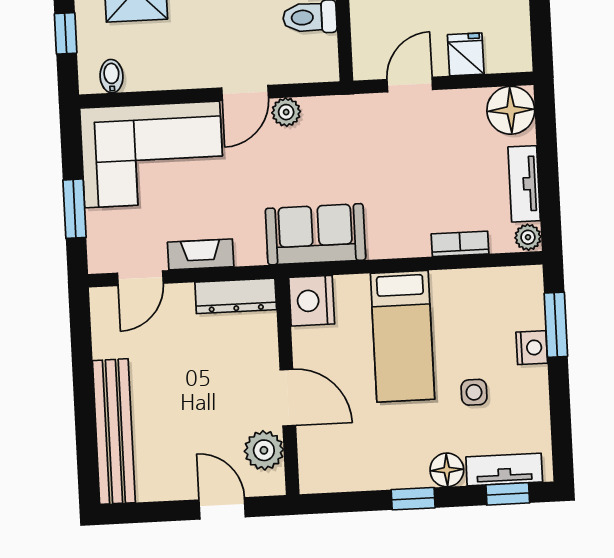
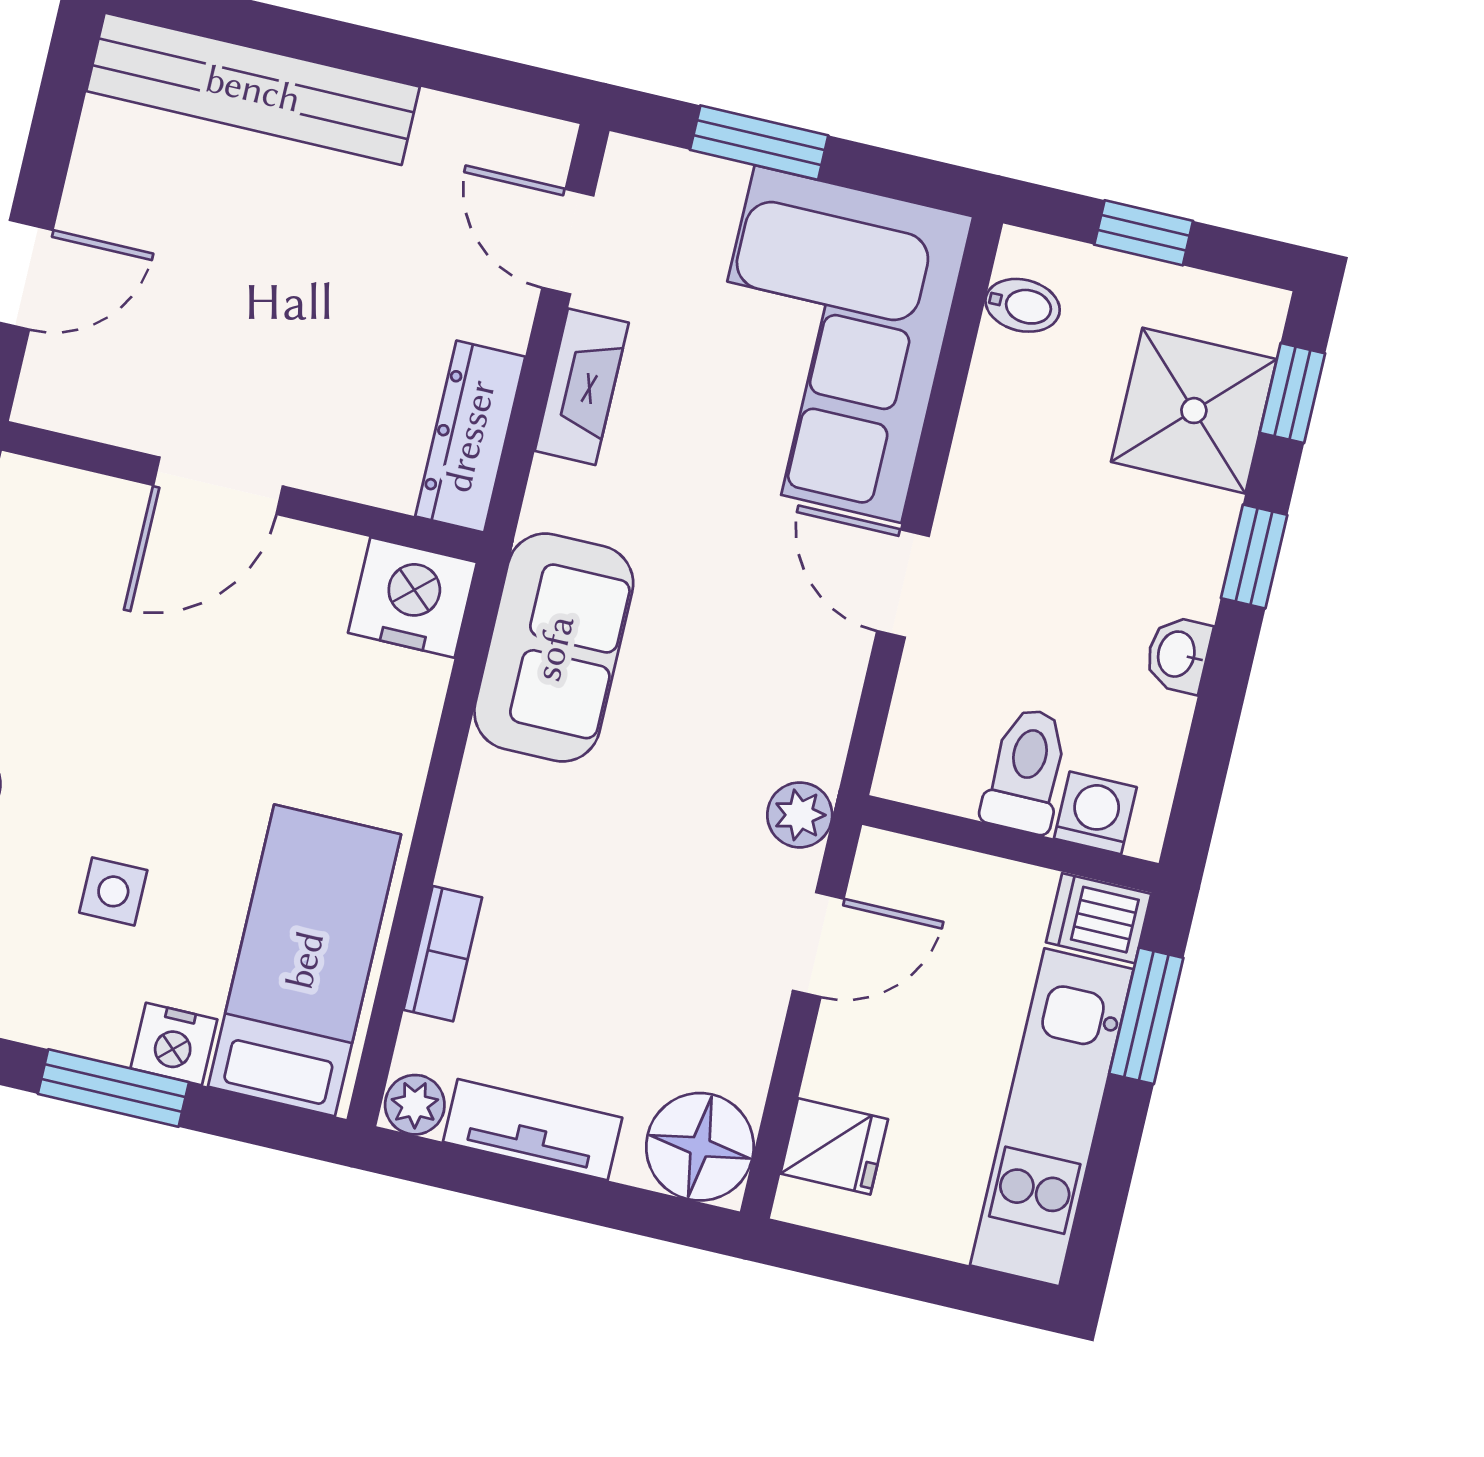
fridge: (466, 54) -> (834, 1146), moved
door: (410, 85) -> (818, 945), hinge flipped
plant: (286, 112) -> (800, 815), moved
window: (556, 325) -> (113, 1088), moved
bed: (402, 336) -> (305, 960), moved, turned 90
plant: (264, 450) -> (119, 401), removed

